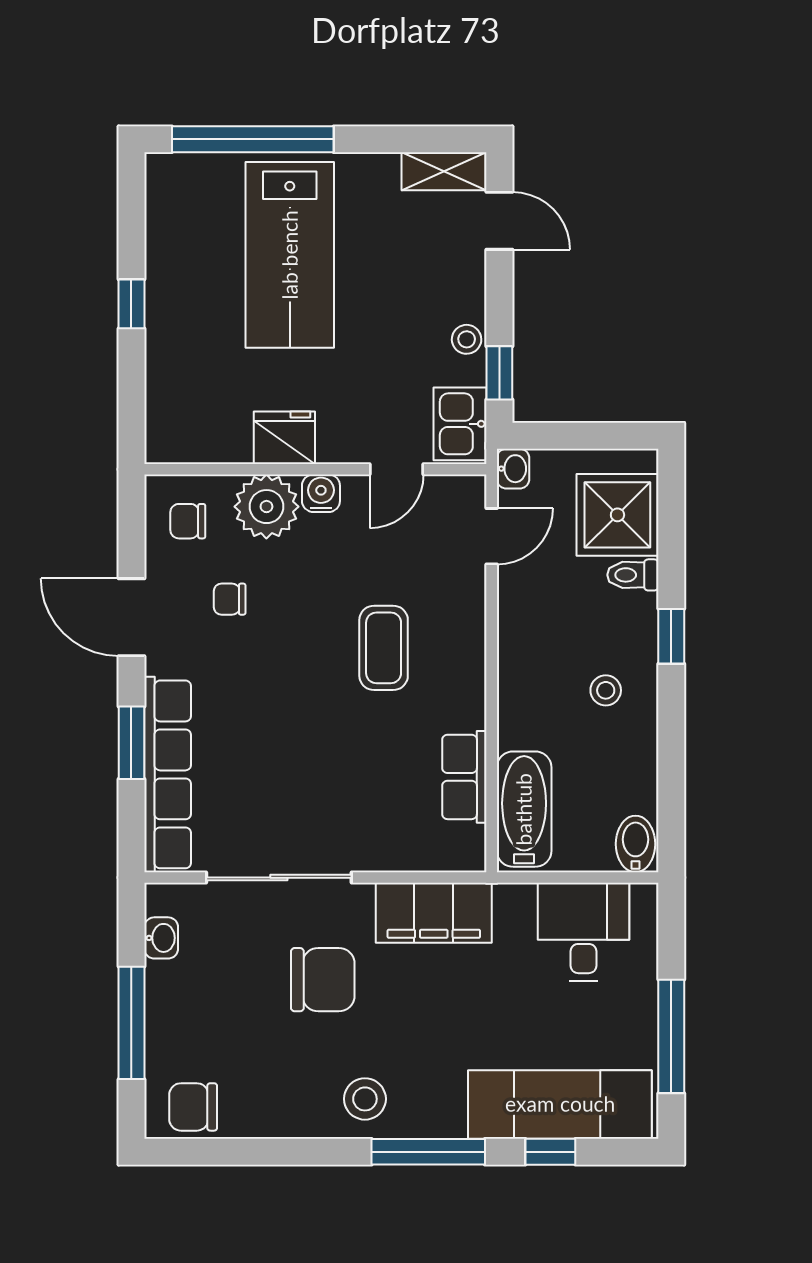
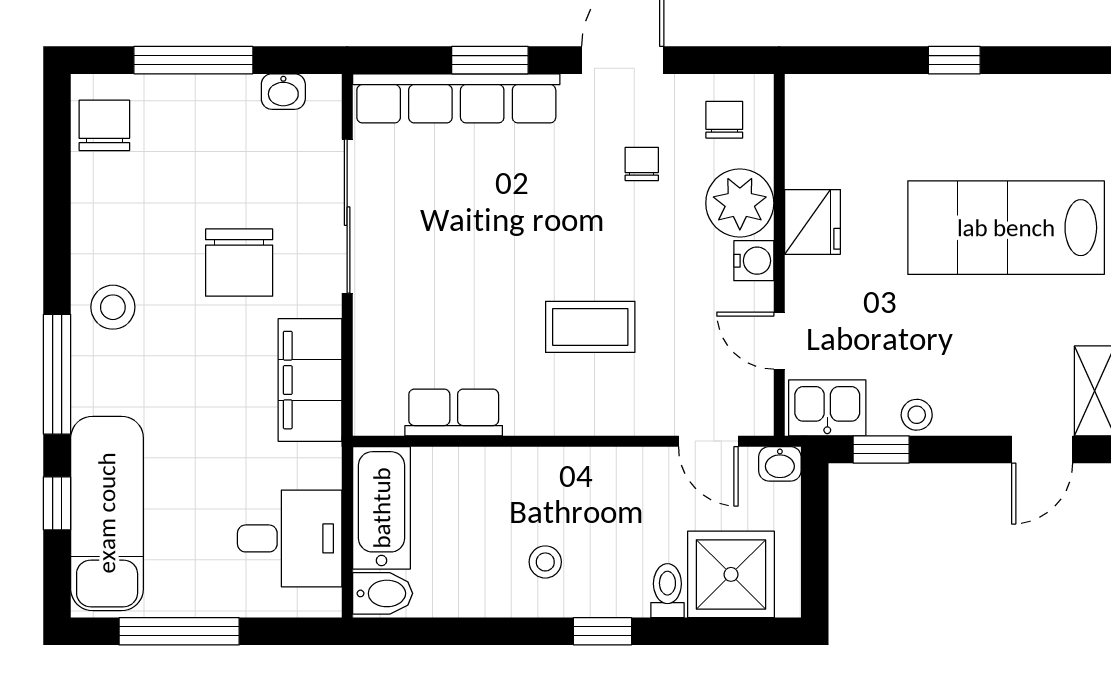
bathtub: (524, 809) -> (382, 508), moved, turned -90

